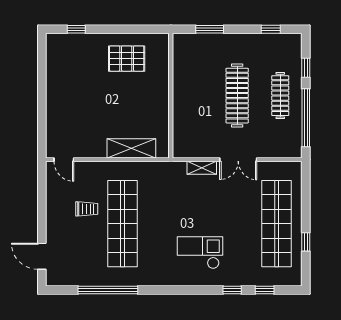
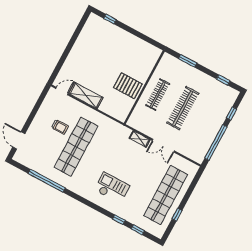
pallet: (127, 59) -> (128, 86), moved
clothes rail: (280, 96) -> (158, 95), moved
shelving: (131, 148) -> (86, 96), moved
door: (64, 160) -> (62, 91), swing flipped

